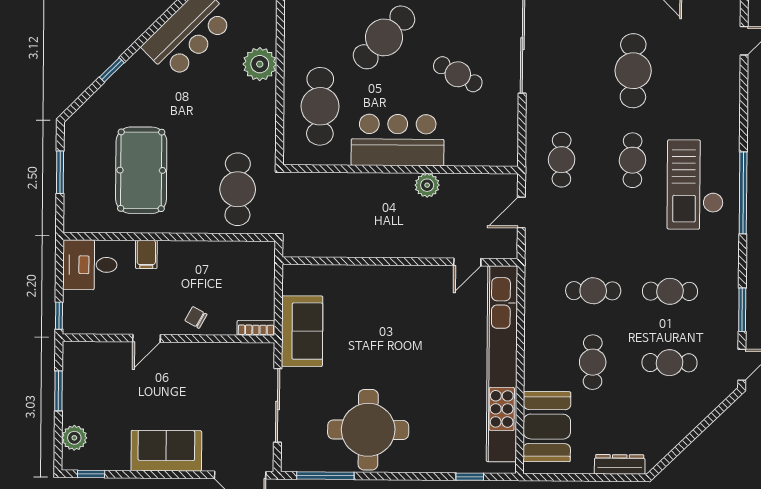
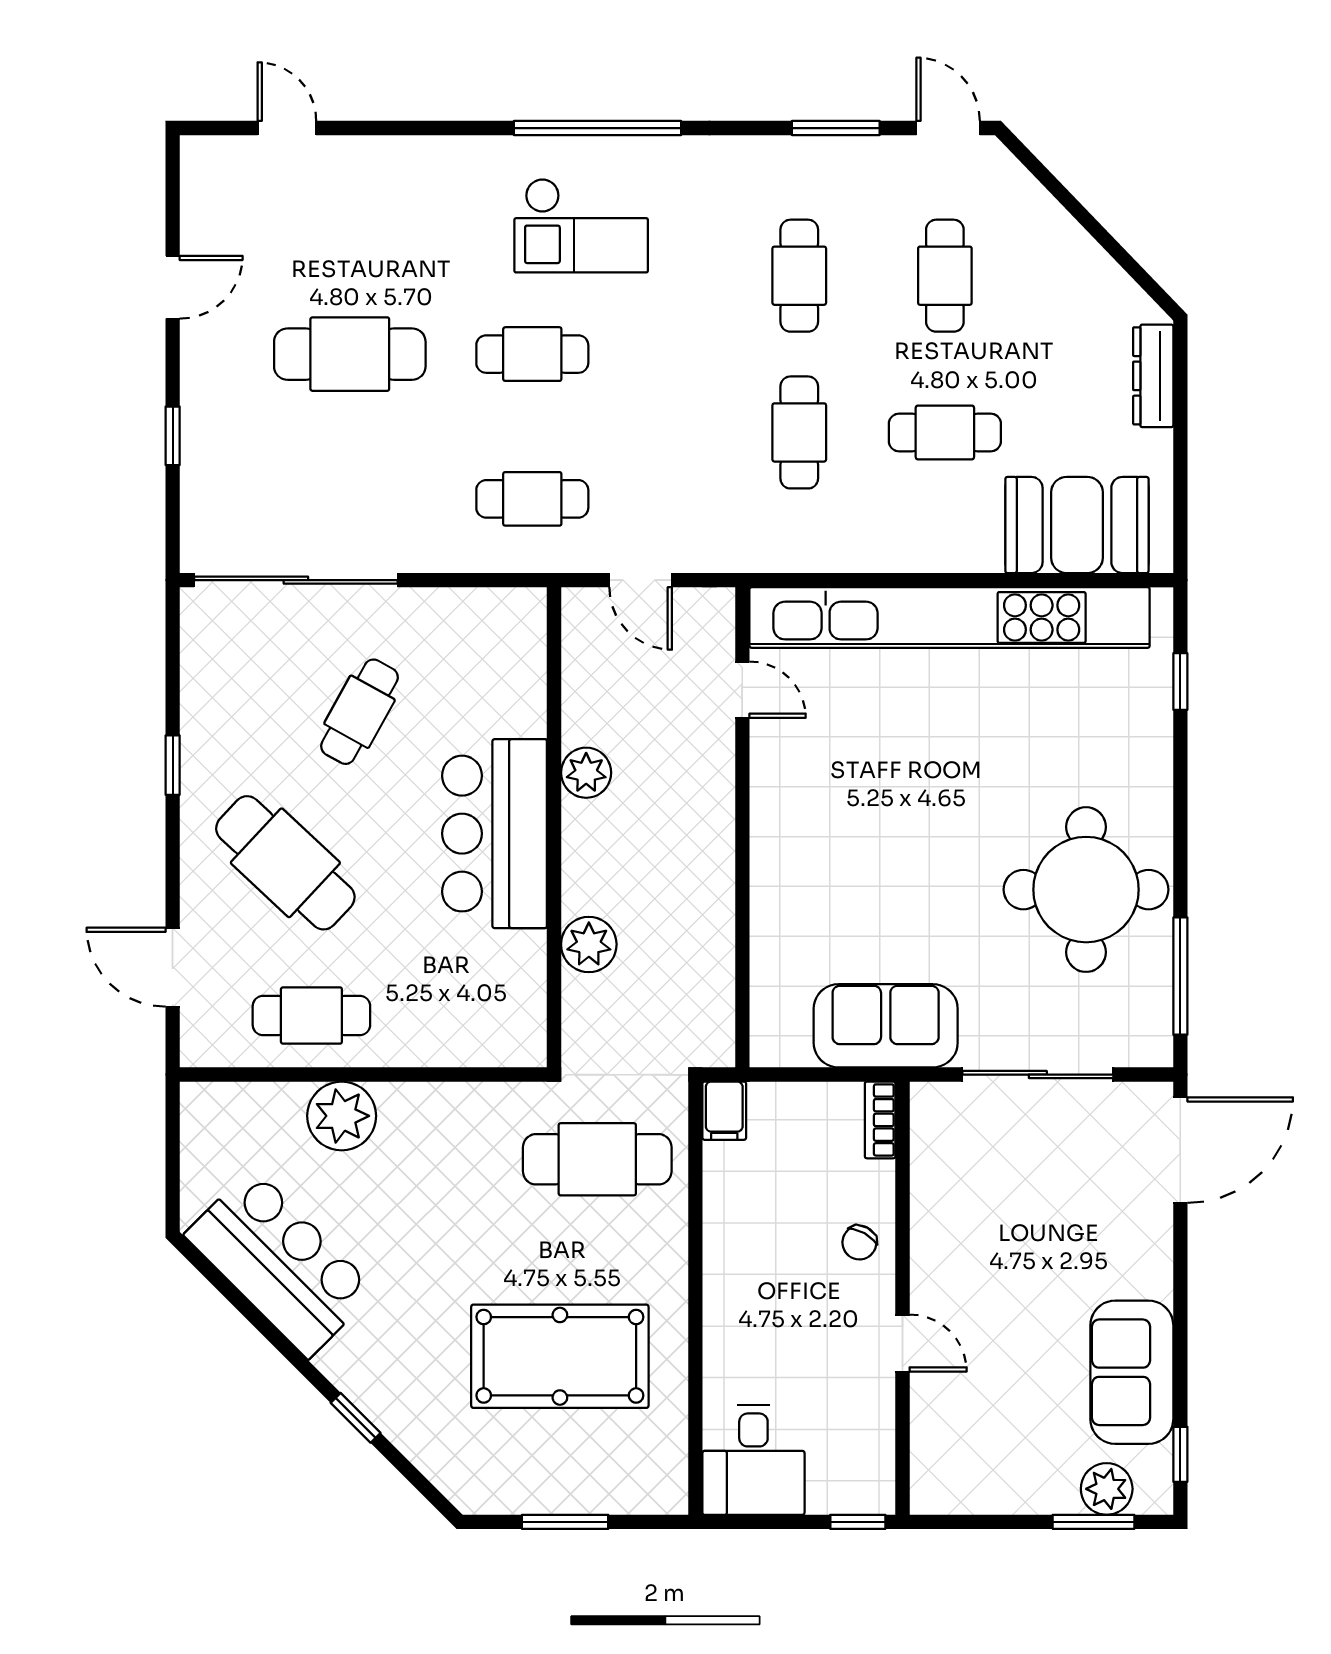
cafe table: (320, 106) -> (311, 1015), moved, width x0.73, depth x0.74
checkout: (695, 185) -> (581, 226), width x0.73, depth x0.83
plant: (343, 186) -> (589, 944), added
filing cabinet: (146, 254) -> (724, 1111), moved, turned 90
window: (59, 391) -> (1093, 1522), moved
sofa: (166, 451) -> (1132, 1372), moved

